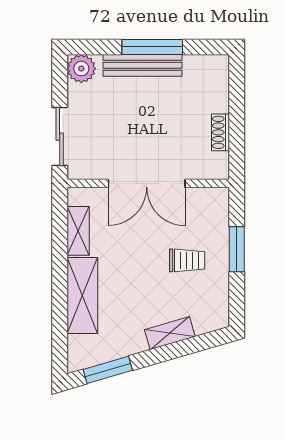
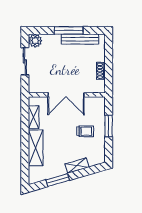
bench: (142, 65) -> (80, 39), moved
sliding door: (60, 137) -> (25, 61), moved
window: (108, 370) -> (58, 180), moved

